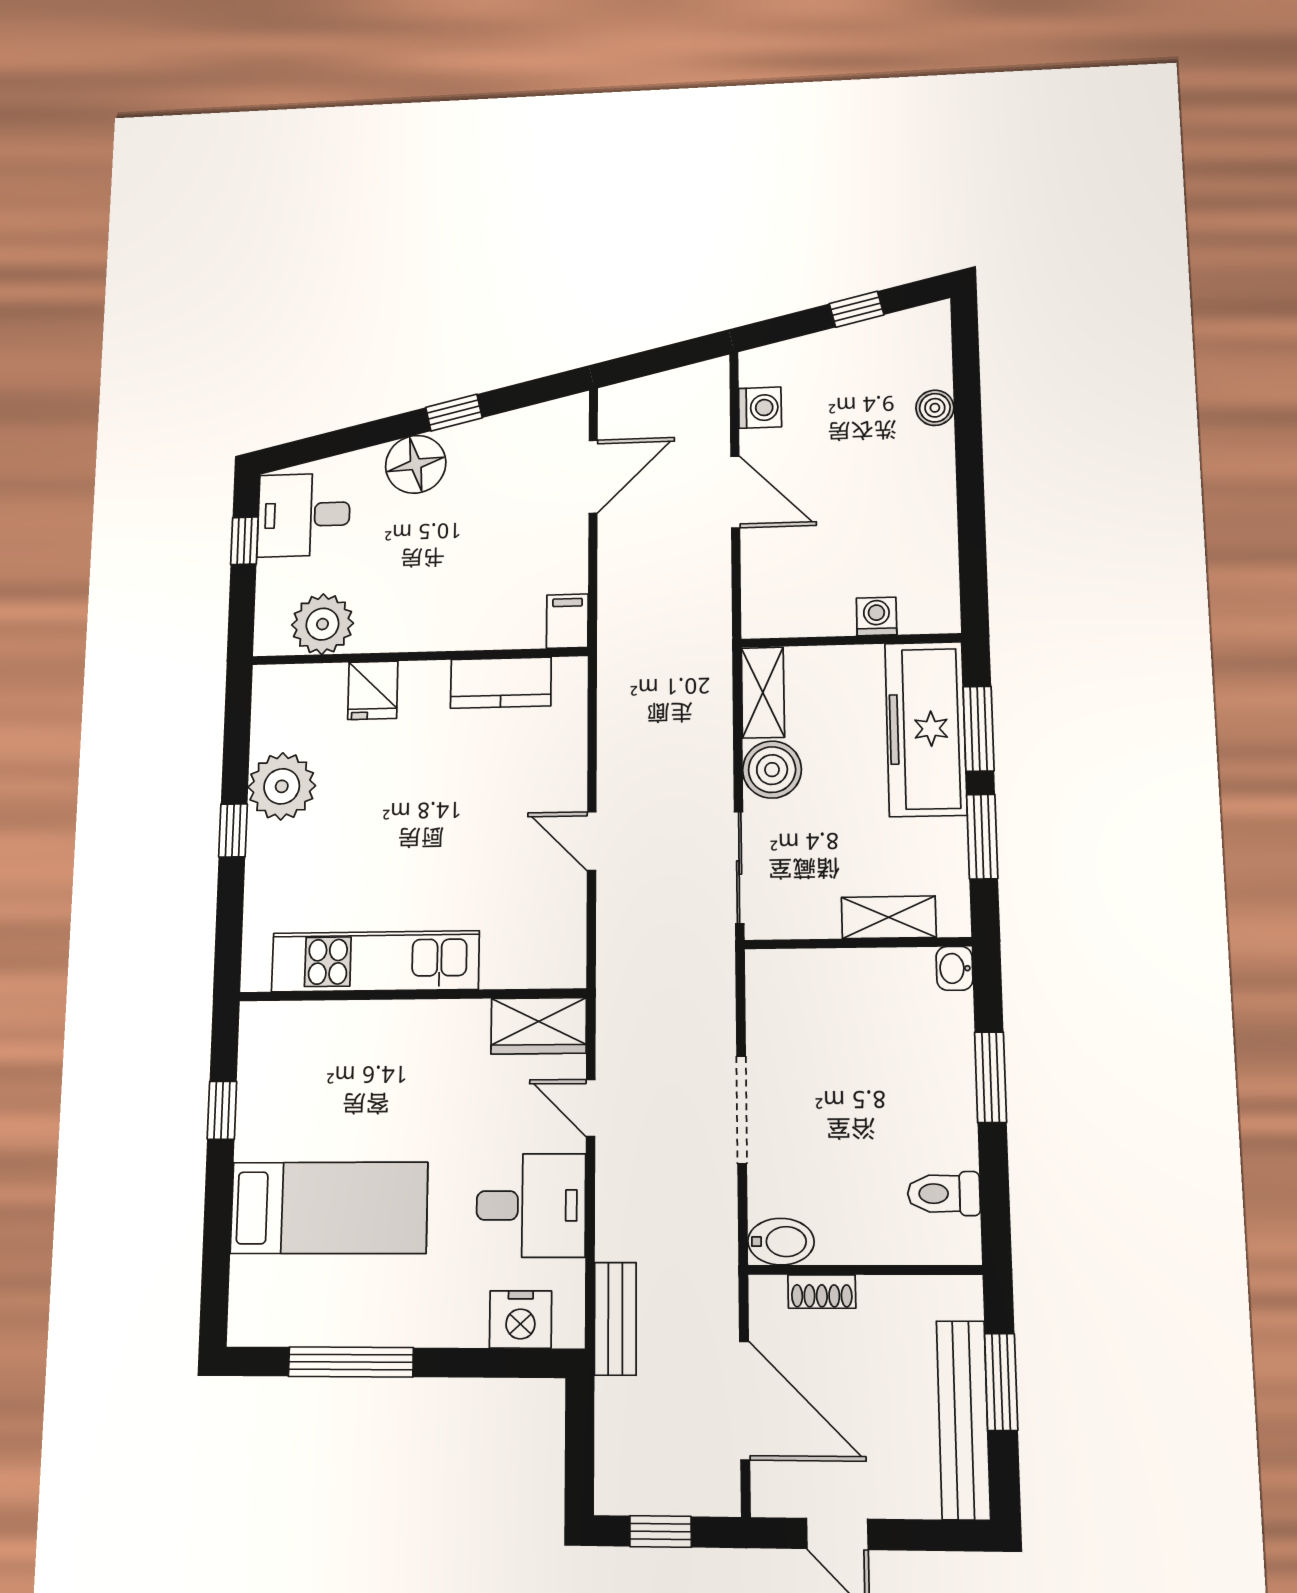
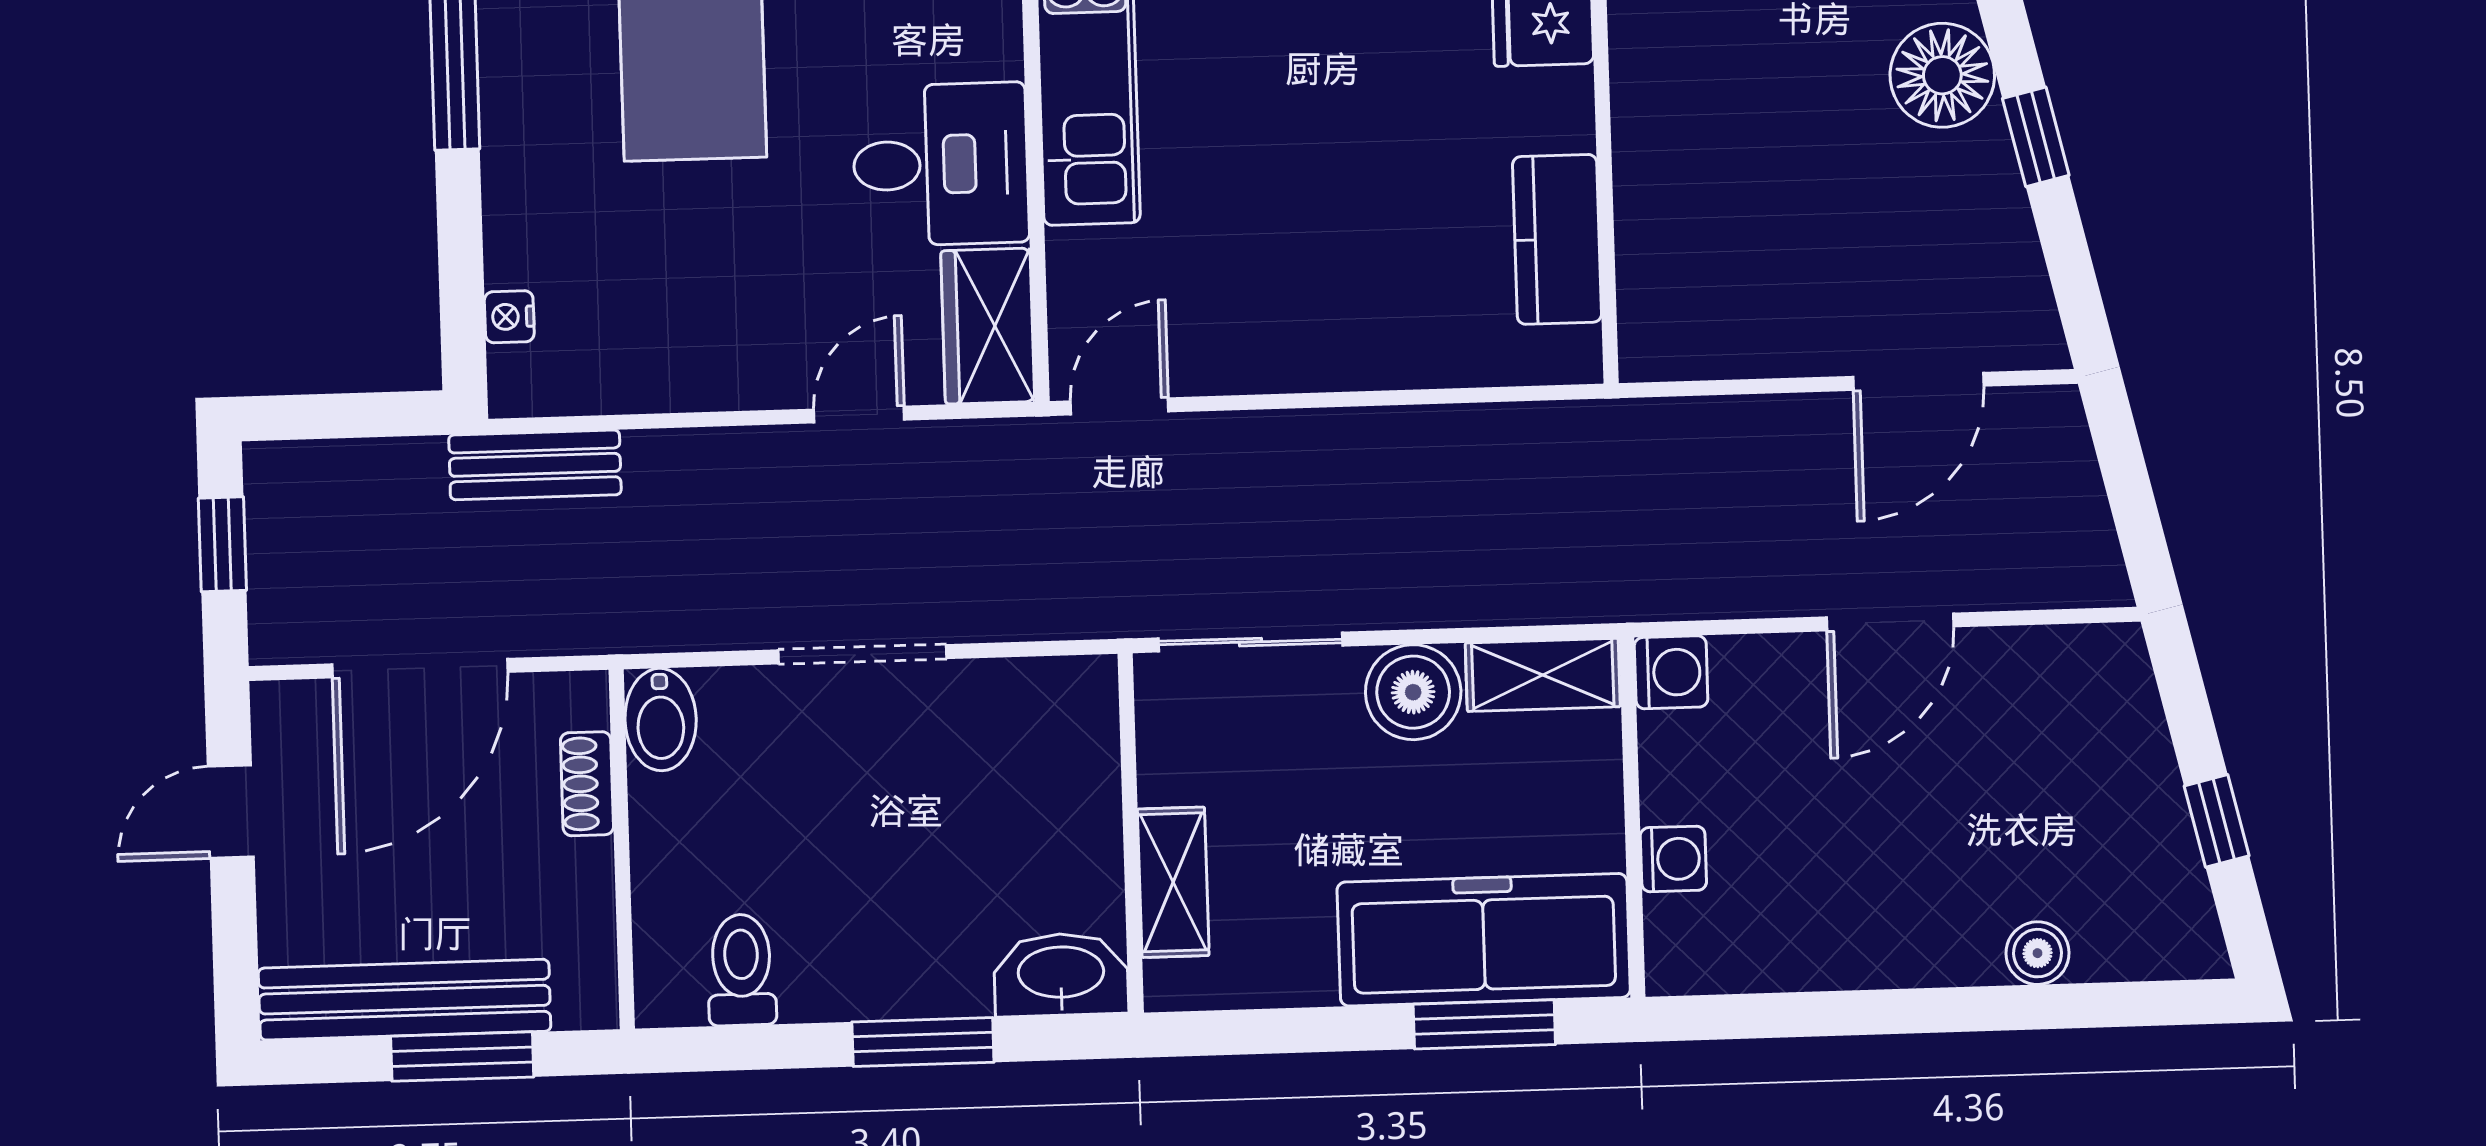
washing machine: (760, 408) -> (1671, 672), moved, turned -90
door: (593, 477) -> (1918, 381), hinge flipped
filing cabinet: (567, 621) -> (1664, 347), removed
window: (982, 837) -> (1307, 1030), removed
door: (592, 841) -> (1119, 406), moved
washbasin: (954, 968) -> (1061, 974), width x1.91, depth x1.45
desk: (531, 1205) -> (941, 164), moved, turned -90
nightstand: (520, 1319) -> (509, 317), width x0.53, depth x0.56

